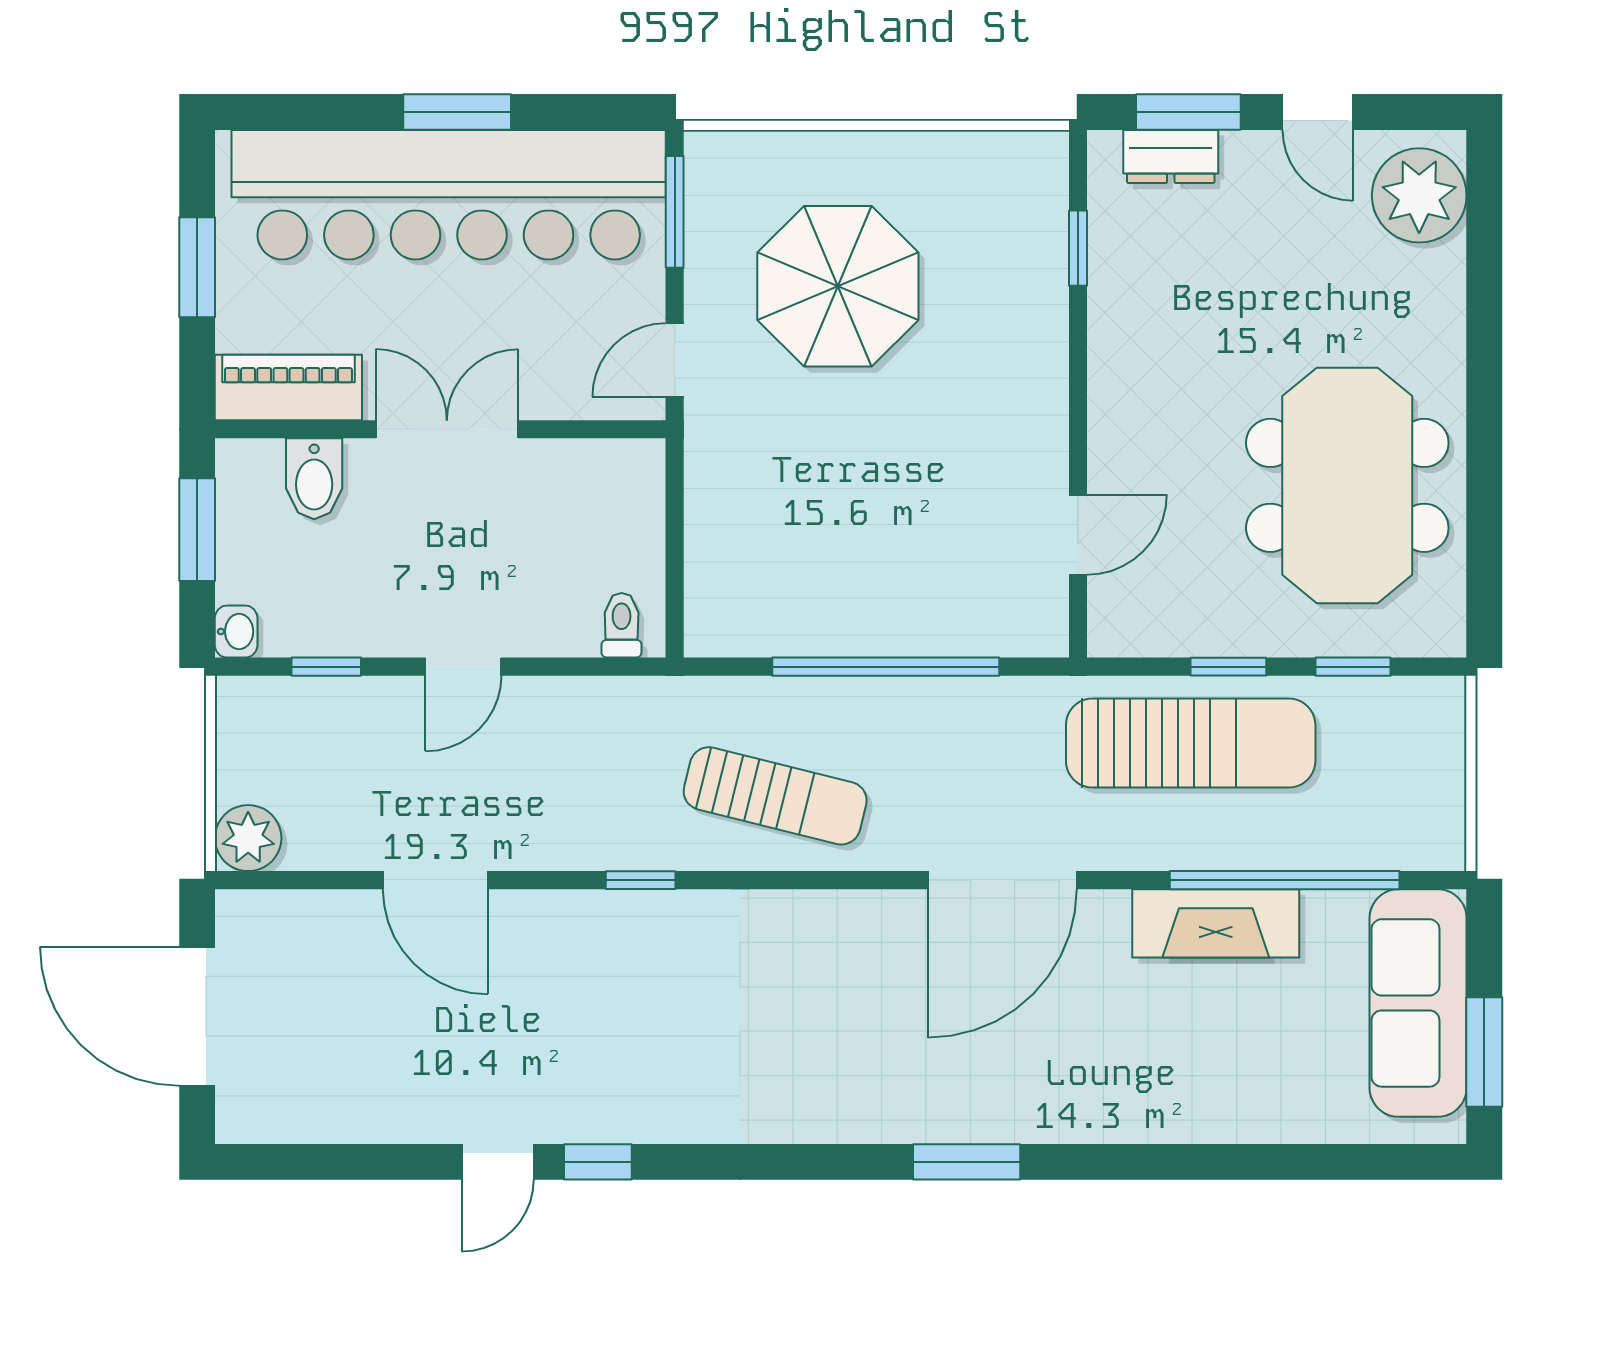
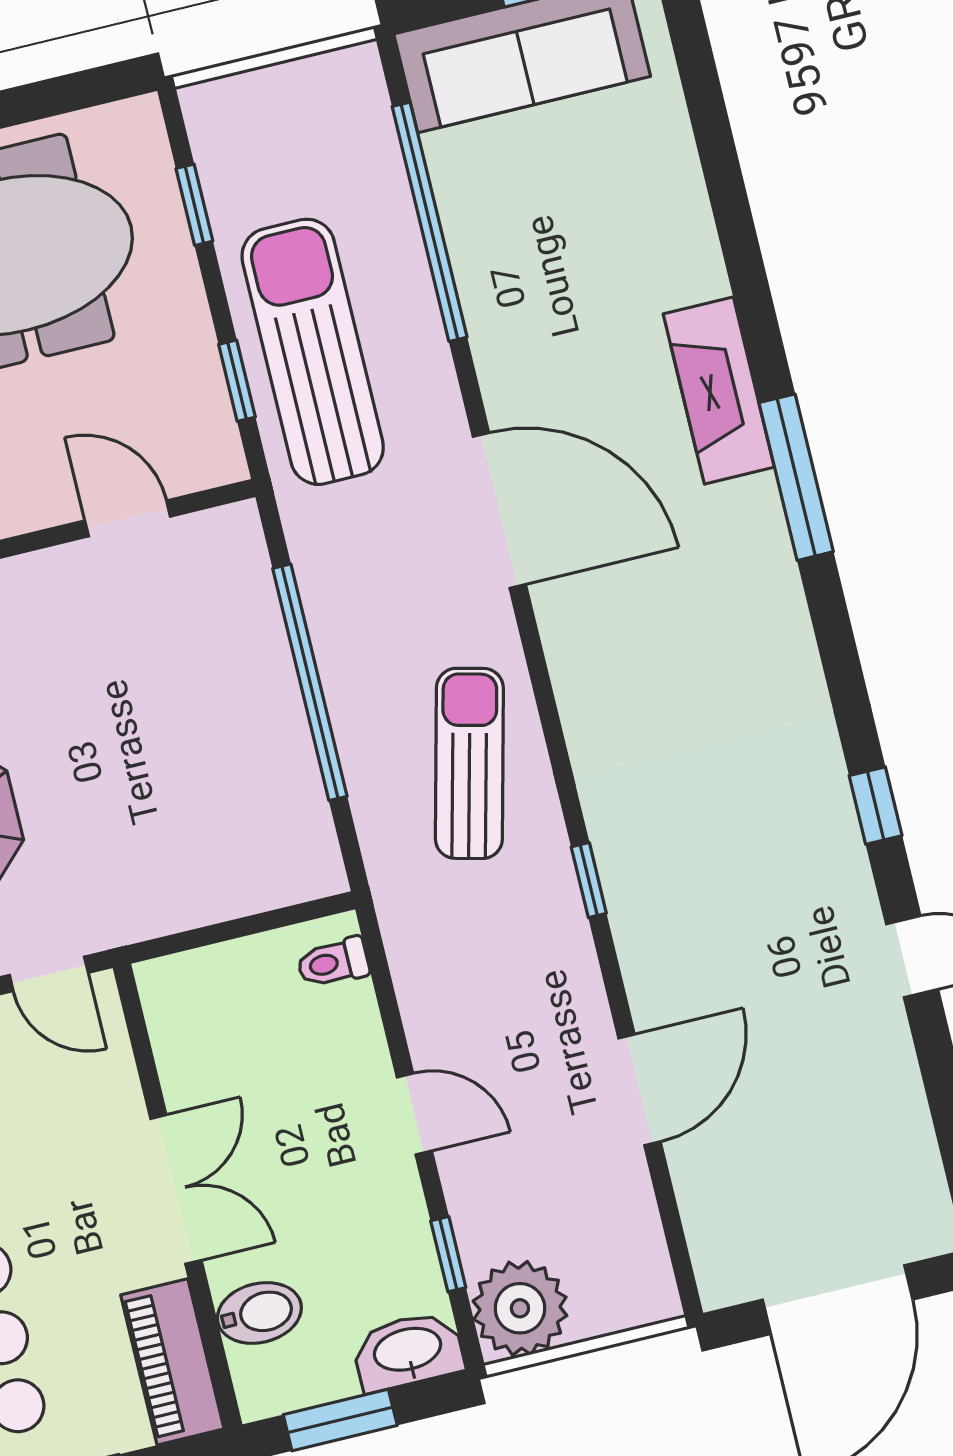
double door: (447, 429) -> (176, 1189), swing flipped
washbasin: (236, 632) -> (408, 1351), width x1.91, depth x1.45
window: (1228, 667) -> (237, 381), moved
plant: (248, 838) -> (520, 1308), moved, width x1.36, depth x1.36
fireplace: (1216, 923) -> (719, 390), moved, turned 180
window: (598, 1162) -> (876, 806), moved
window: (967, 1162) -> (796, 477), width x1.44

